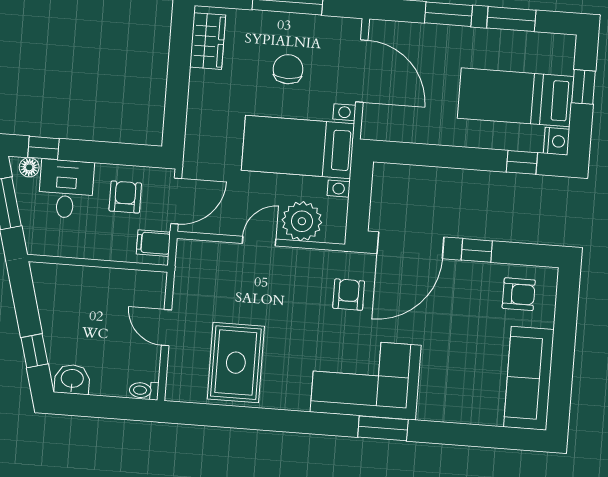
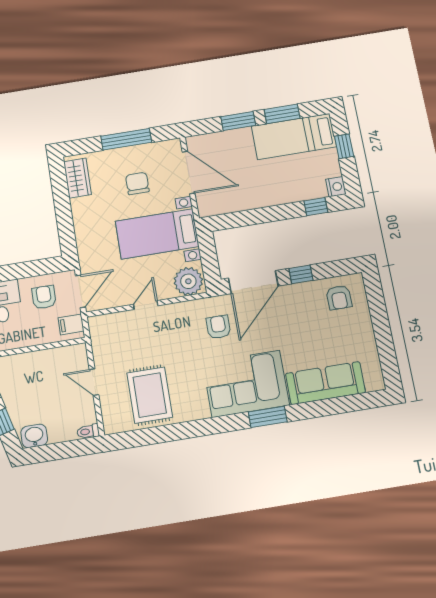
bed: (516, 97) -> (294, 136), moved
plant: (302, 221) -> (188, 281), moved
armchair: (519, 294) -> (339, 297), turned 90
sofa: (529, 378) -> (325, 383), moved, turned 90

